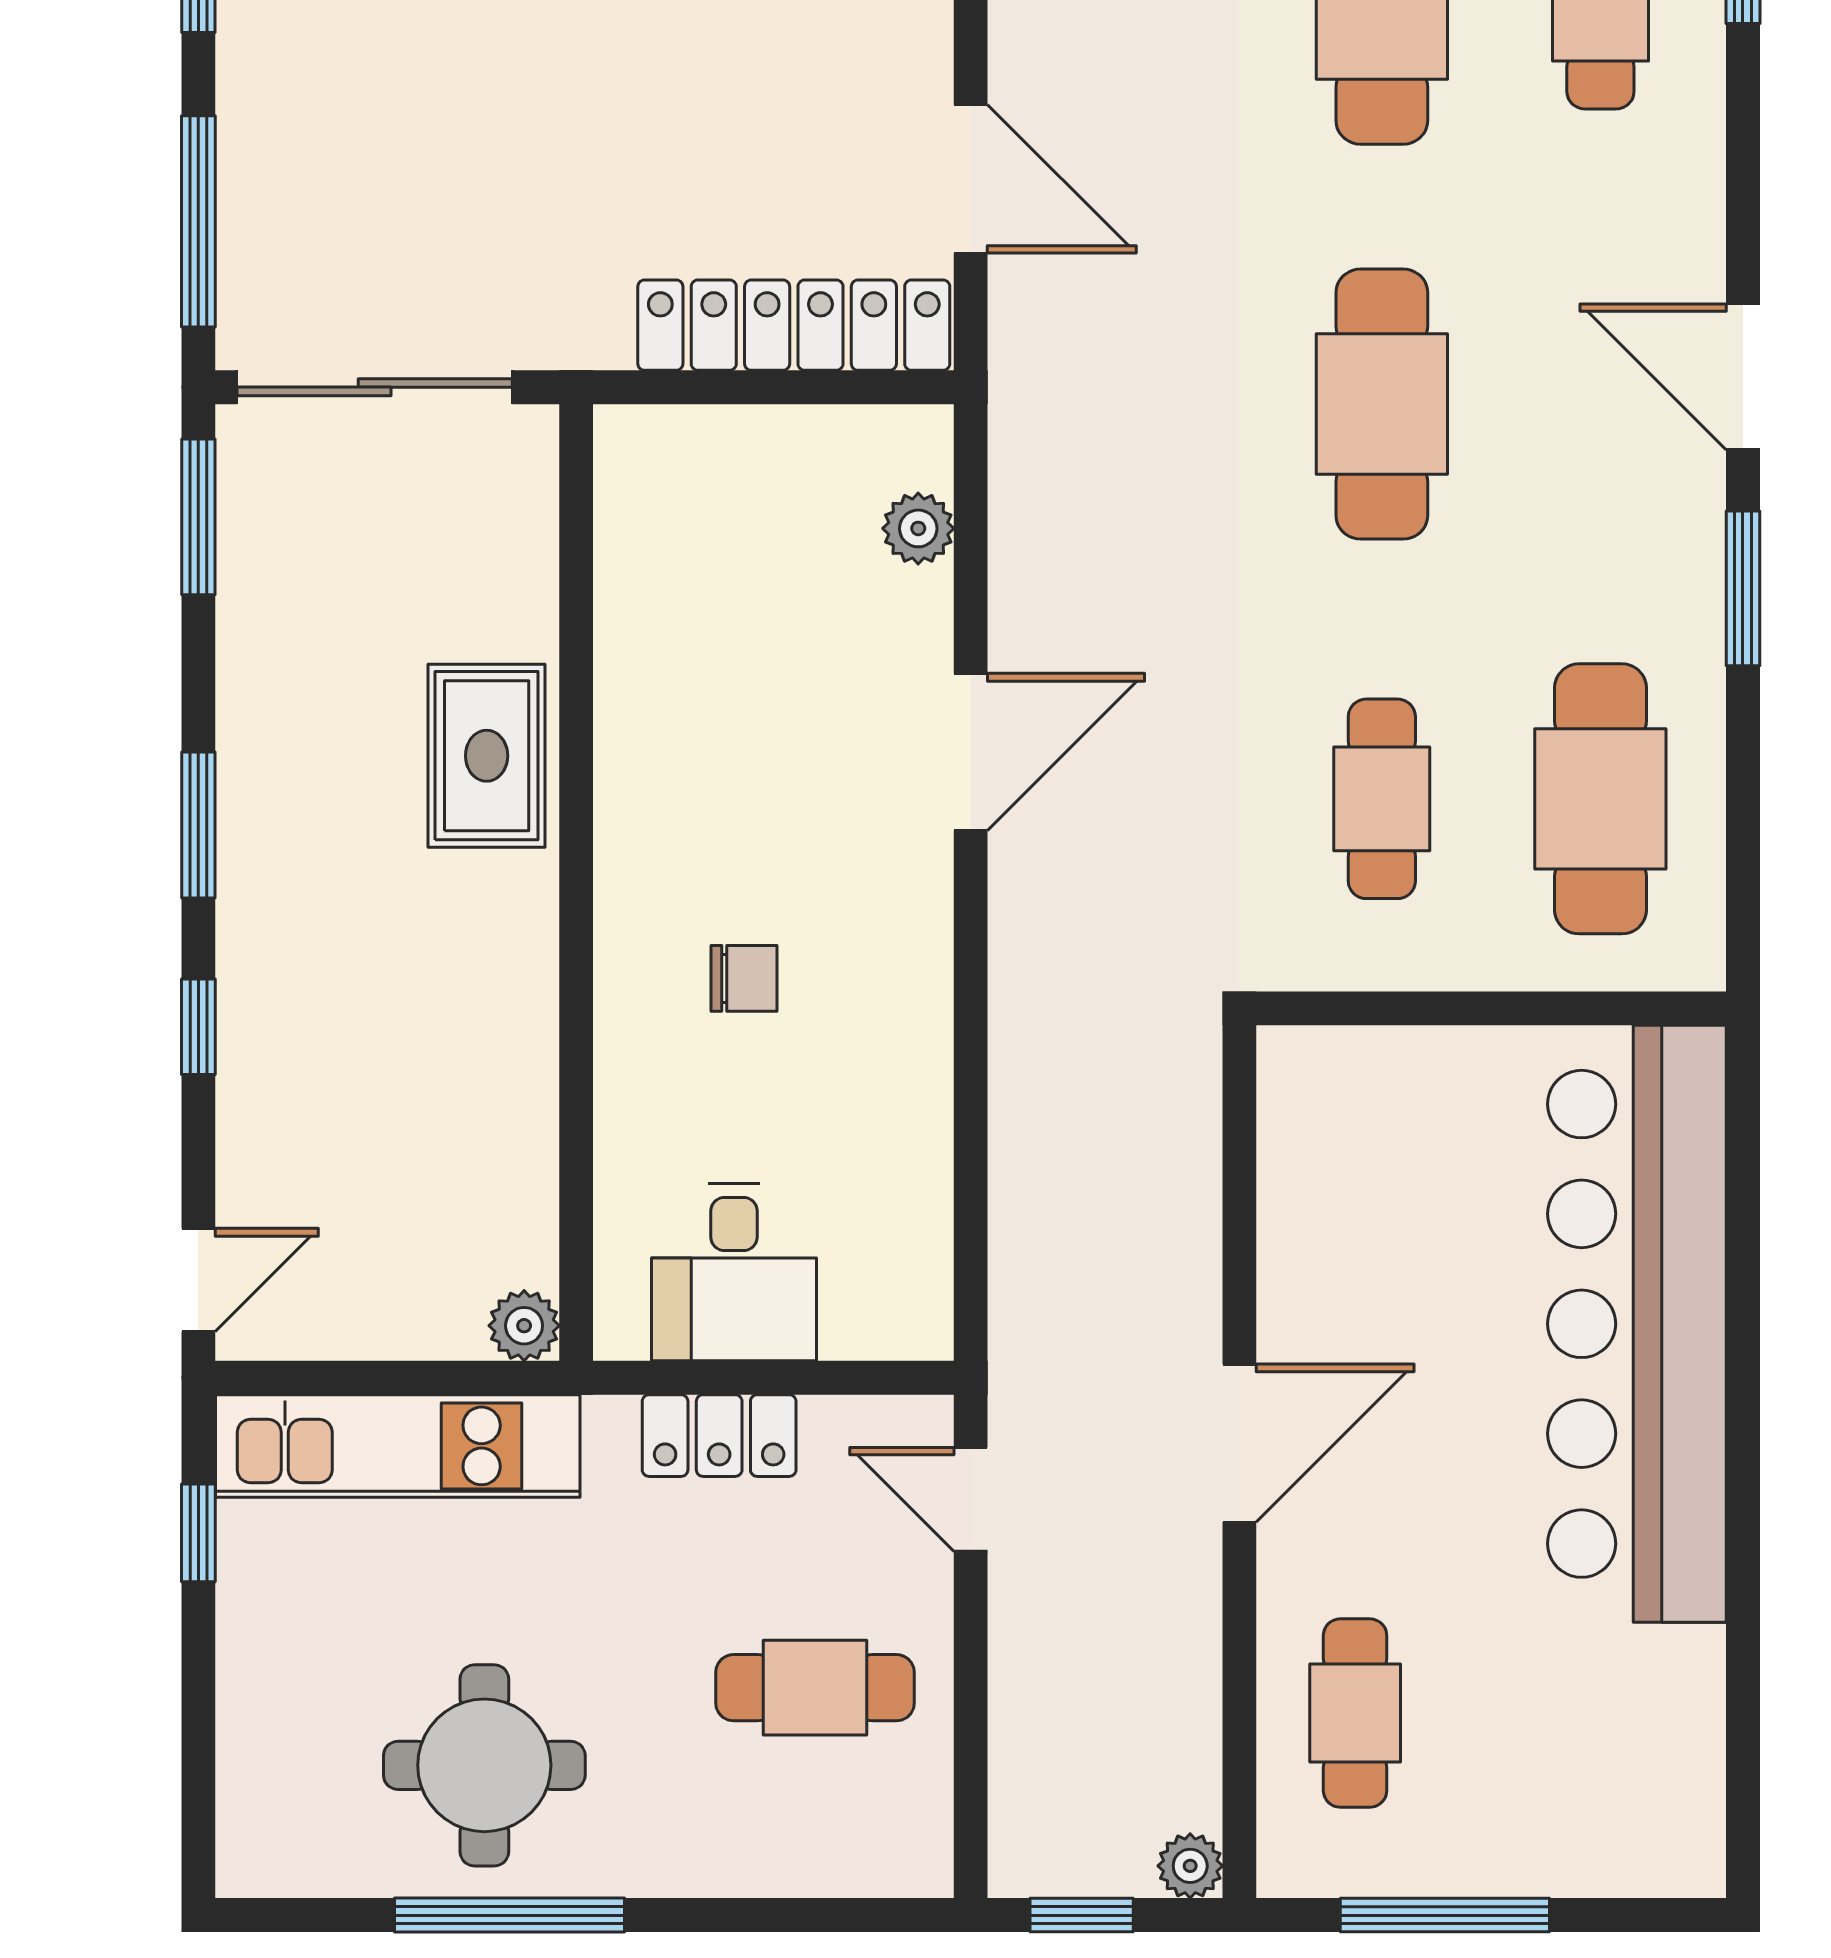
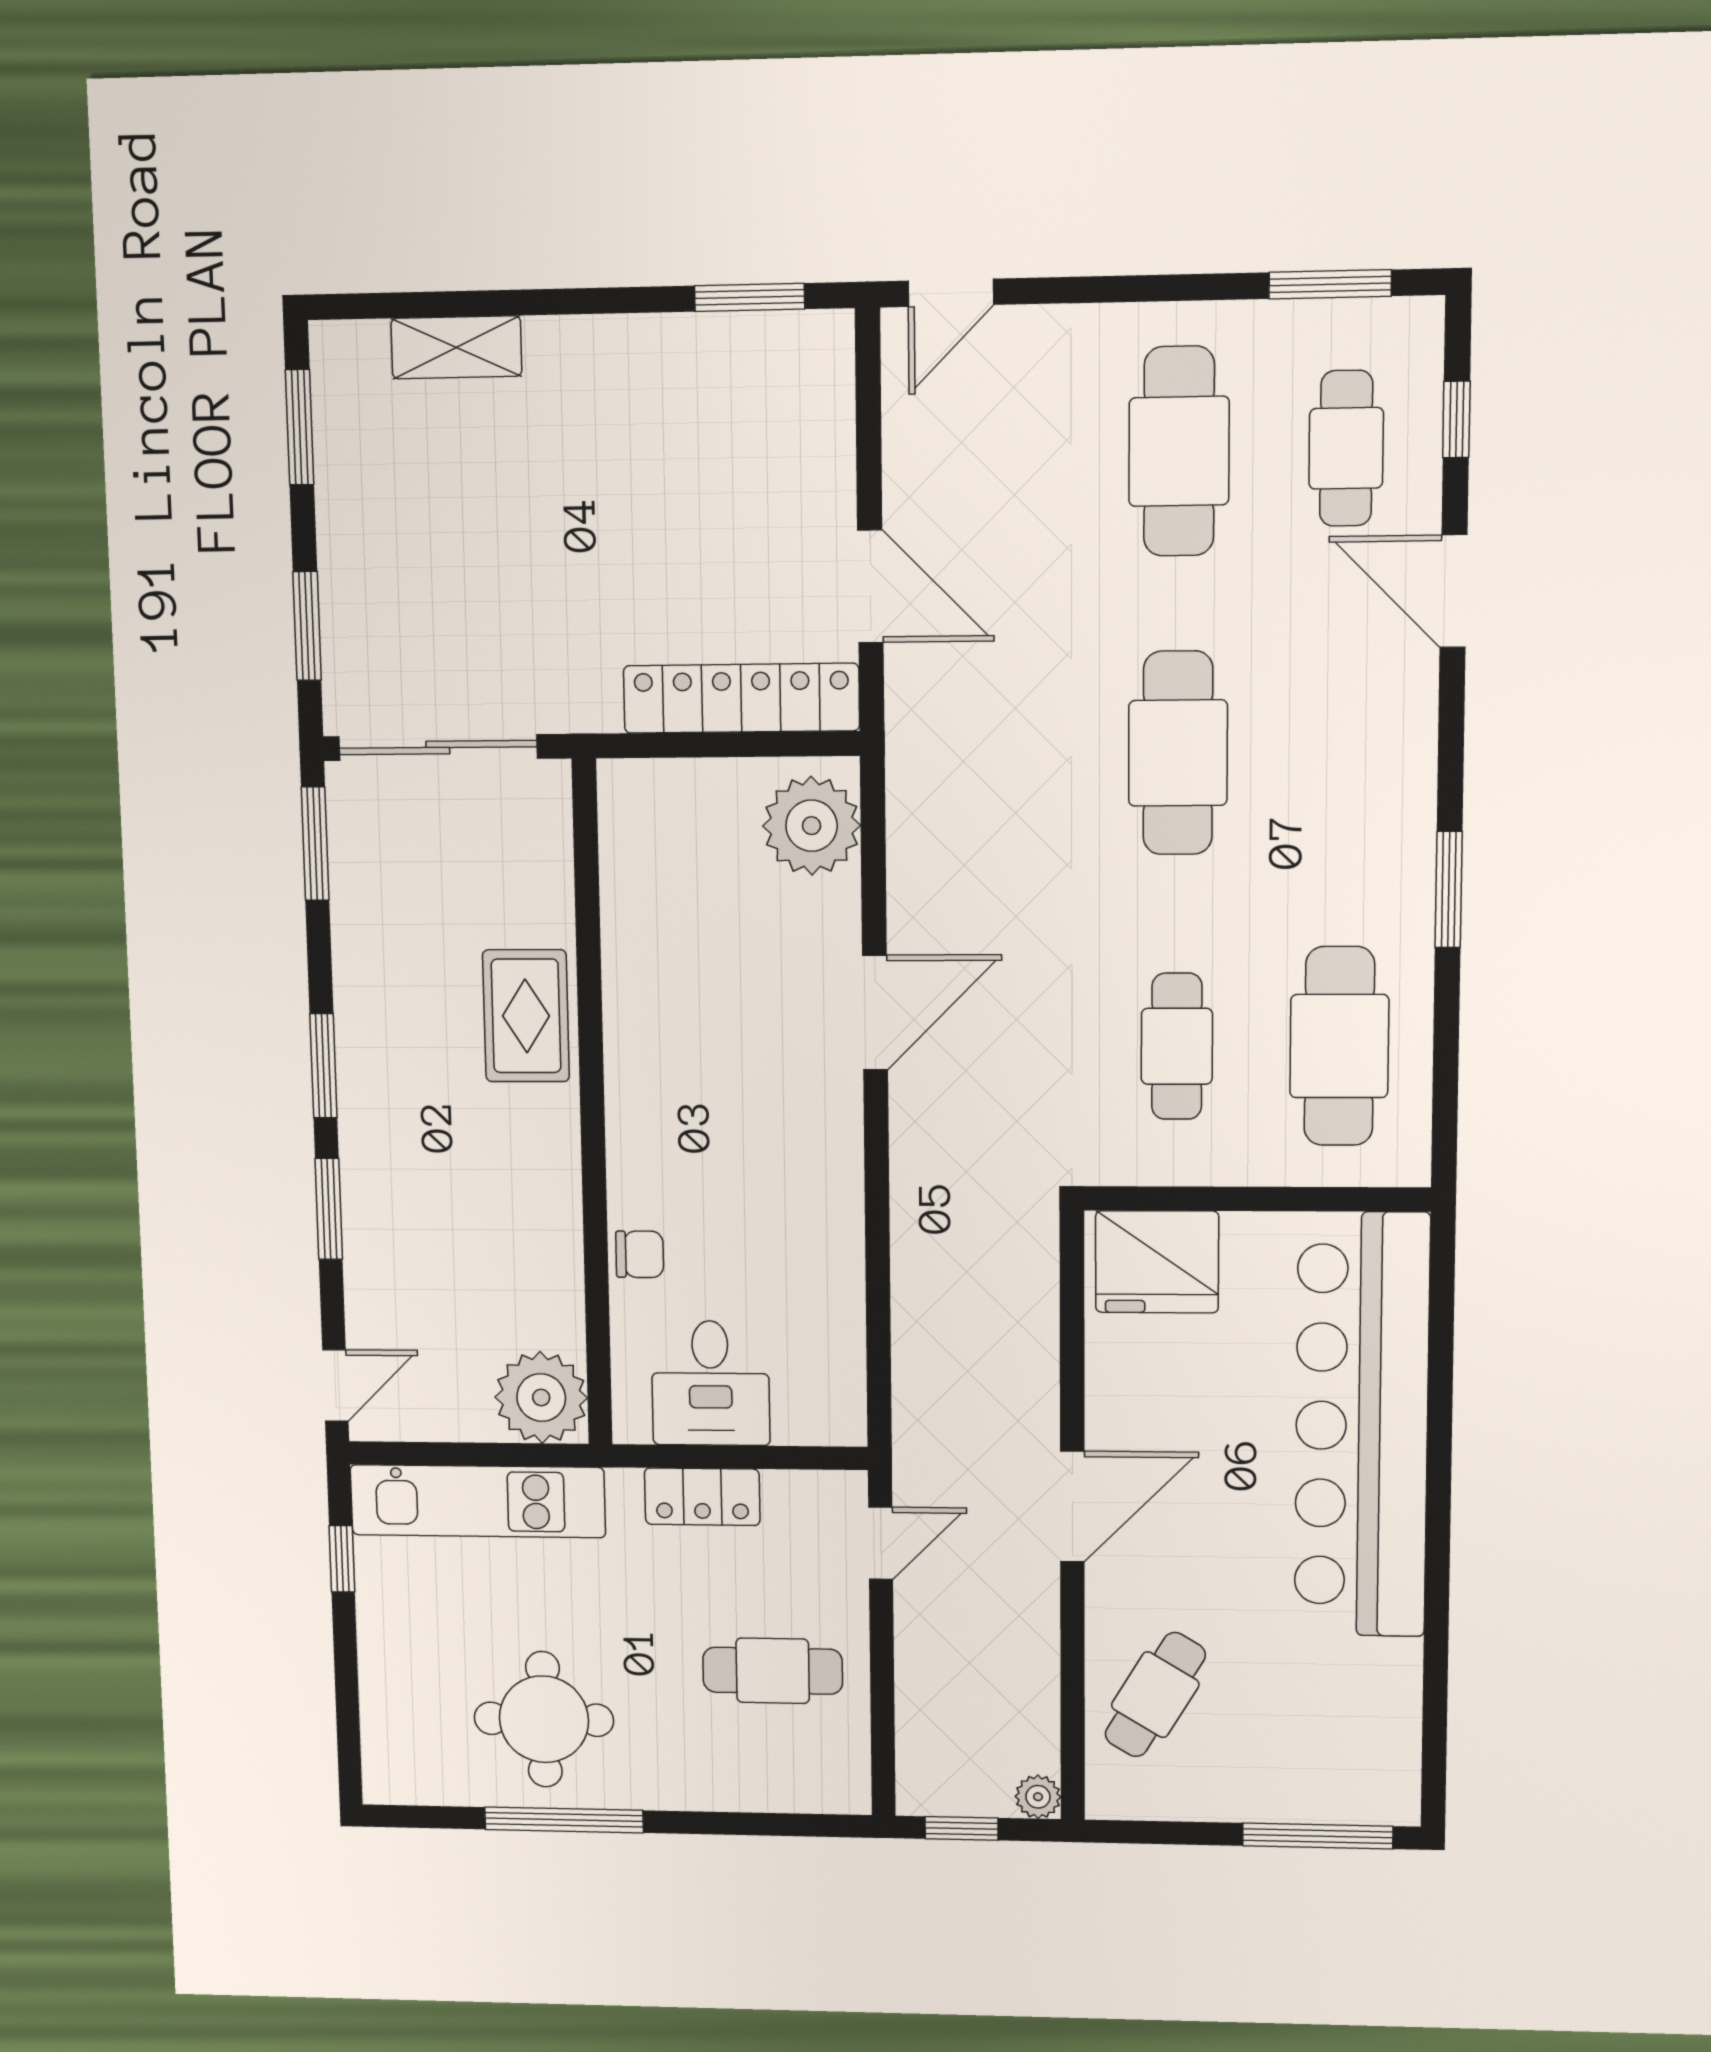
window: (198, 221) -> (307, 626), width x0.69
door: (1743, 377) -> (1454, 591), moved
plant: (918, 528) -> (812, 826), width x1.87, depth x1.87
chair: (744, 978) -> (640, 1254), moved
window: (198, 1027) -> (329, 1209), width x1.50
fridge: (1356, 1096) -> (1157, 1262), added
plant: (524, 1326) -> (541, 1398), width x1.88, depth x1.88
door: (971, 1499) -> (881, 1543), swing flipped
cafe table: (1355, 1713) -> (1155, 1695), turned 31
window: (1445, 1915) -> (1318, 1836), moved

